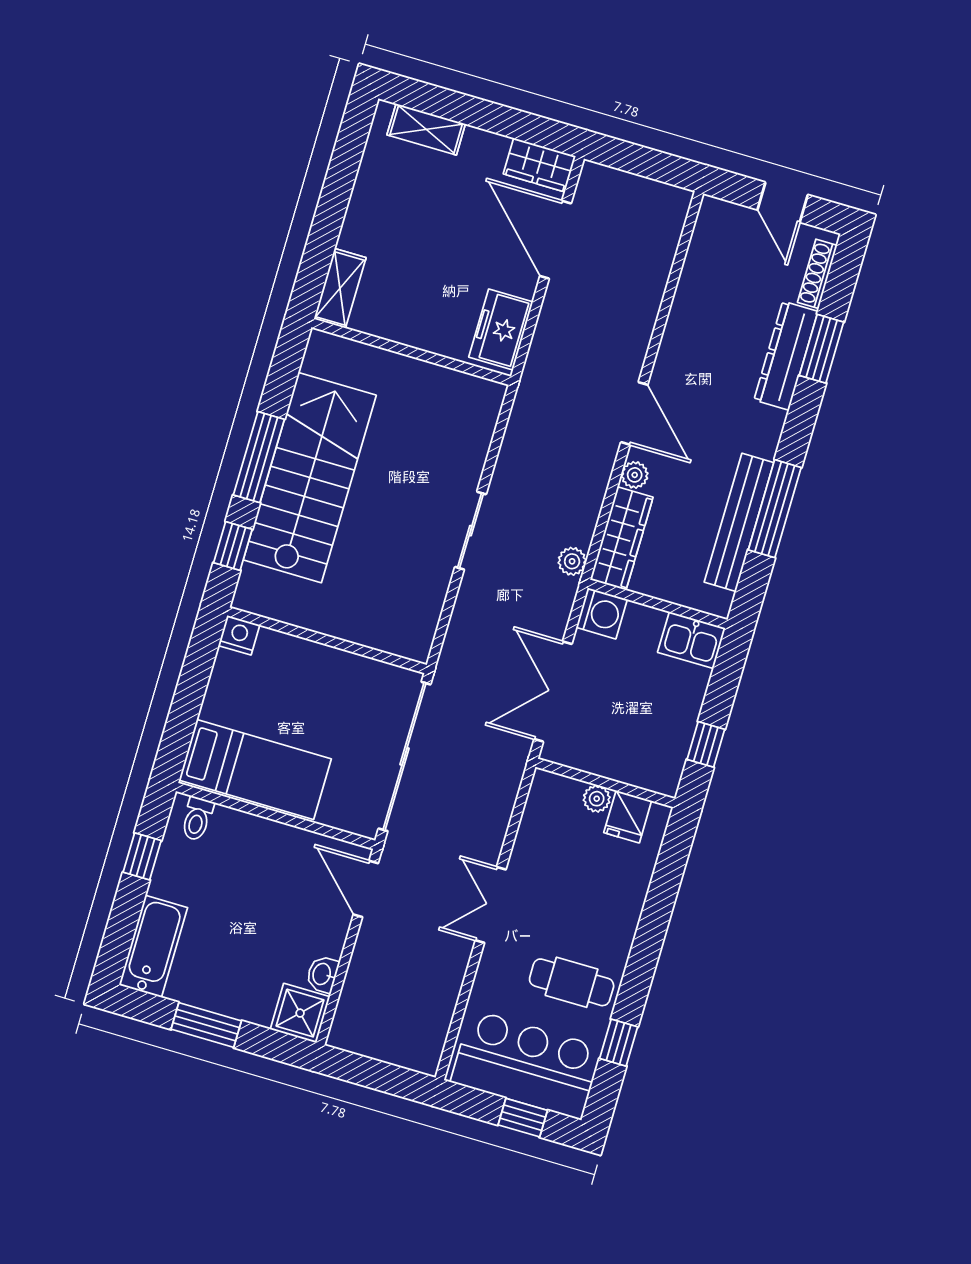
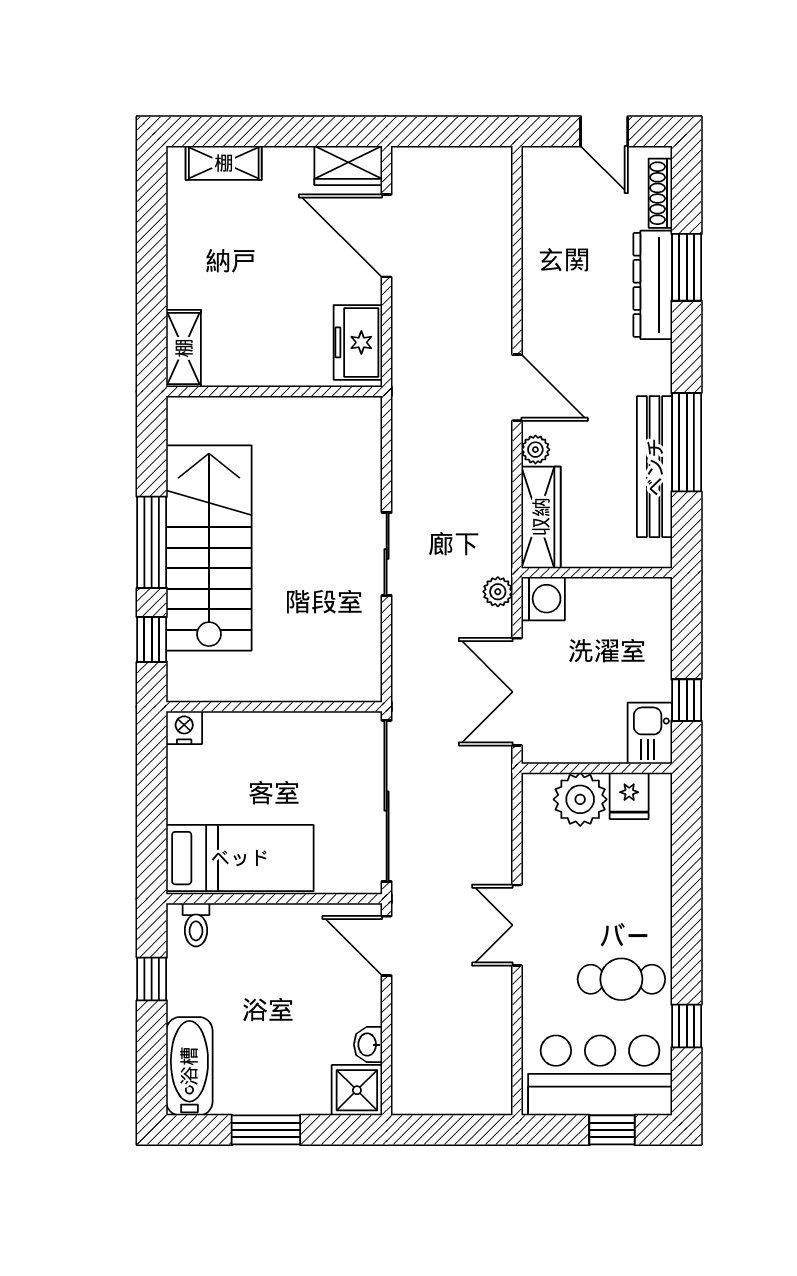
plant: (572, 561) -> (498, 592), moved
kitchen sink: (691, 640) -> (650, 733), moved, turned 90
plant: (597, 799) -> (580, 799), width x1.87, depth x1.87

